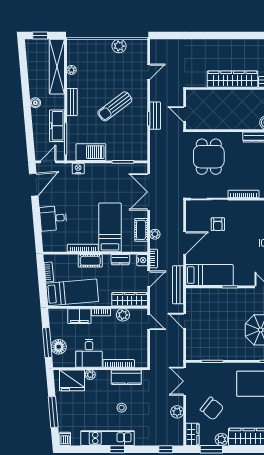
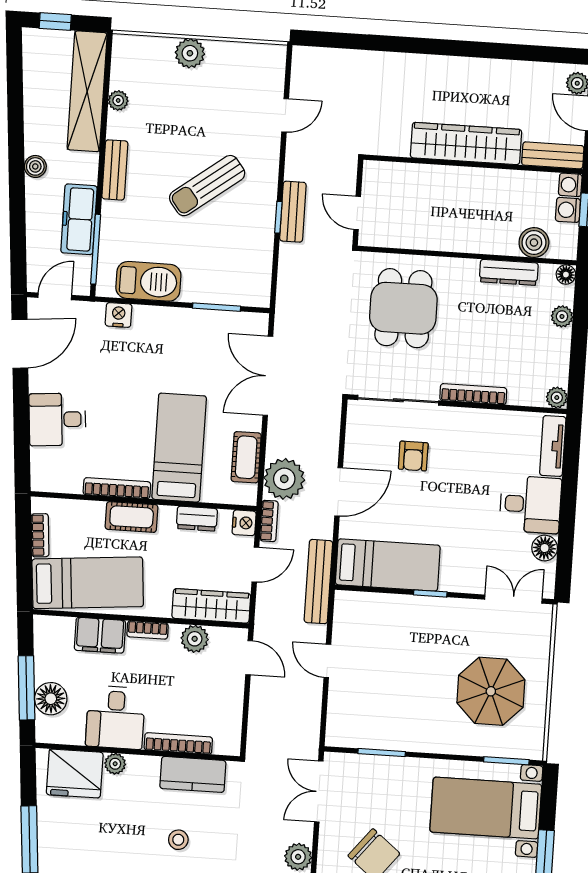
plant: (119, 46) -> (190, 53), moved
plant: (155, 234) -> (284, 479), width x1.88, depth x1.88

